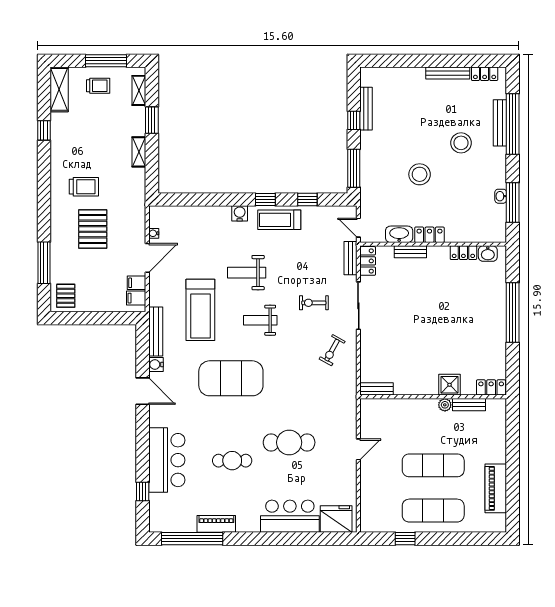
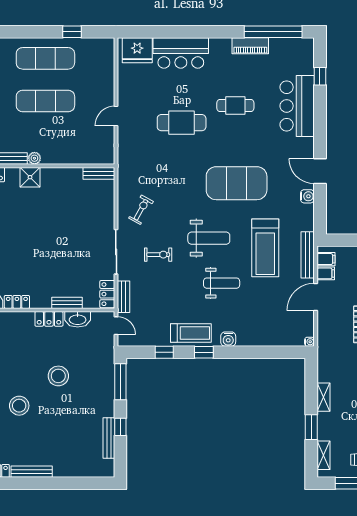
water cooler: (154, 233) -> (309, 342), moved
treadmill: (200, 310) -> (265, 248), turned 180
weight bench: (260, 320) -> (209, 238), width x1.36, depth x1.33
bench: (156, 331) -> (308, 255), moved

